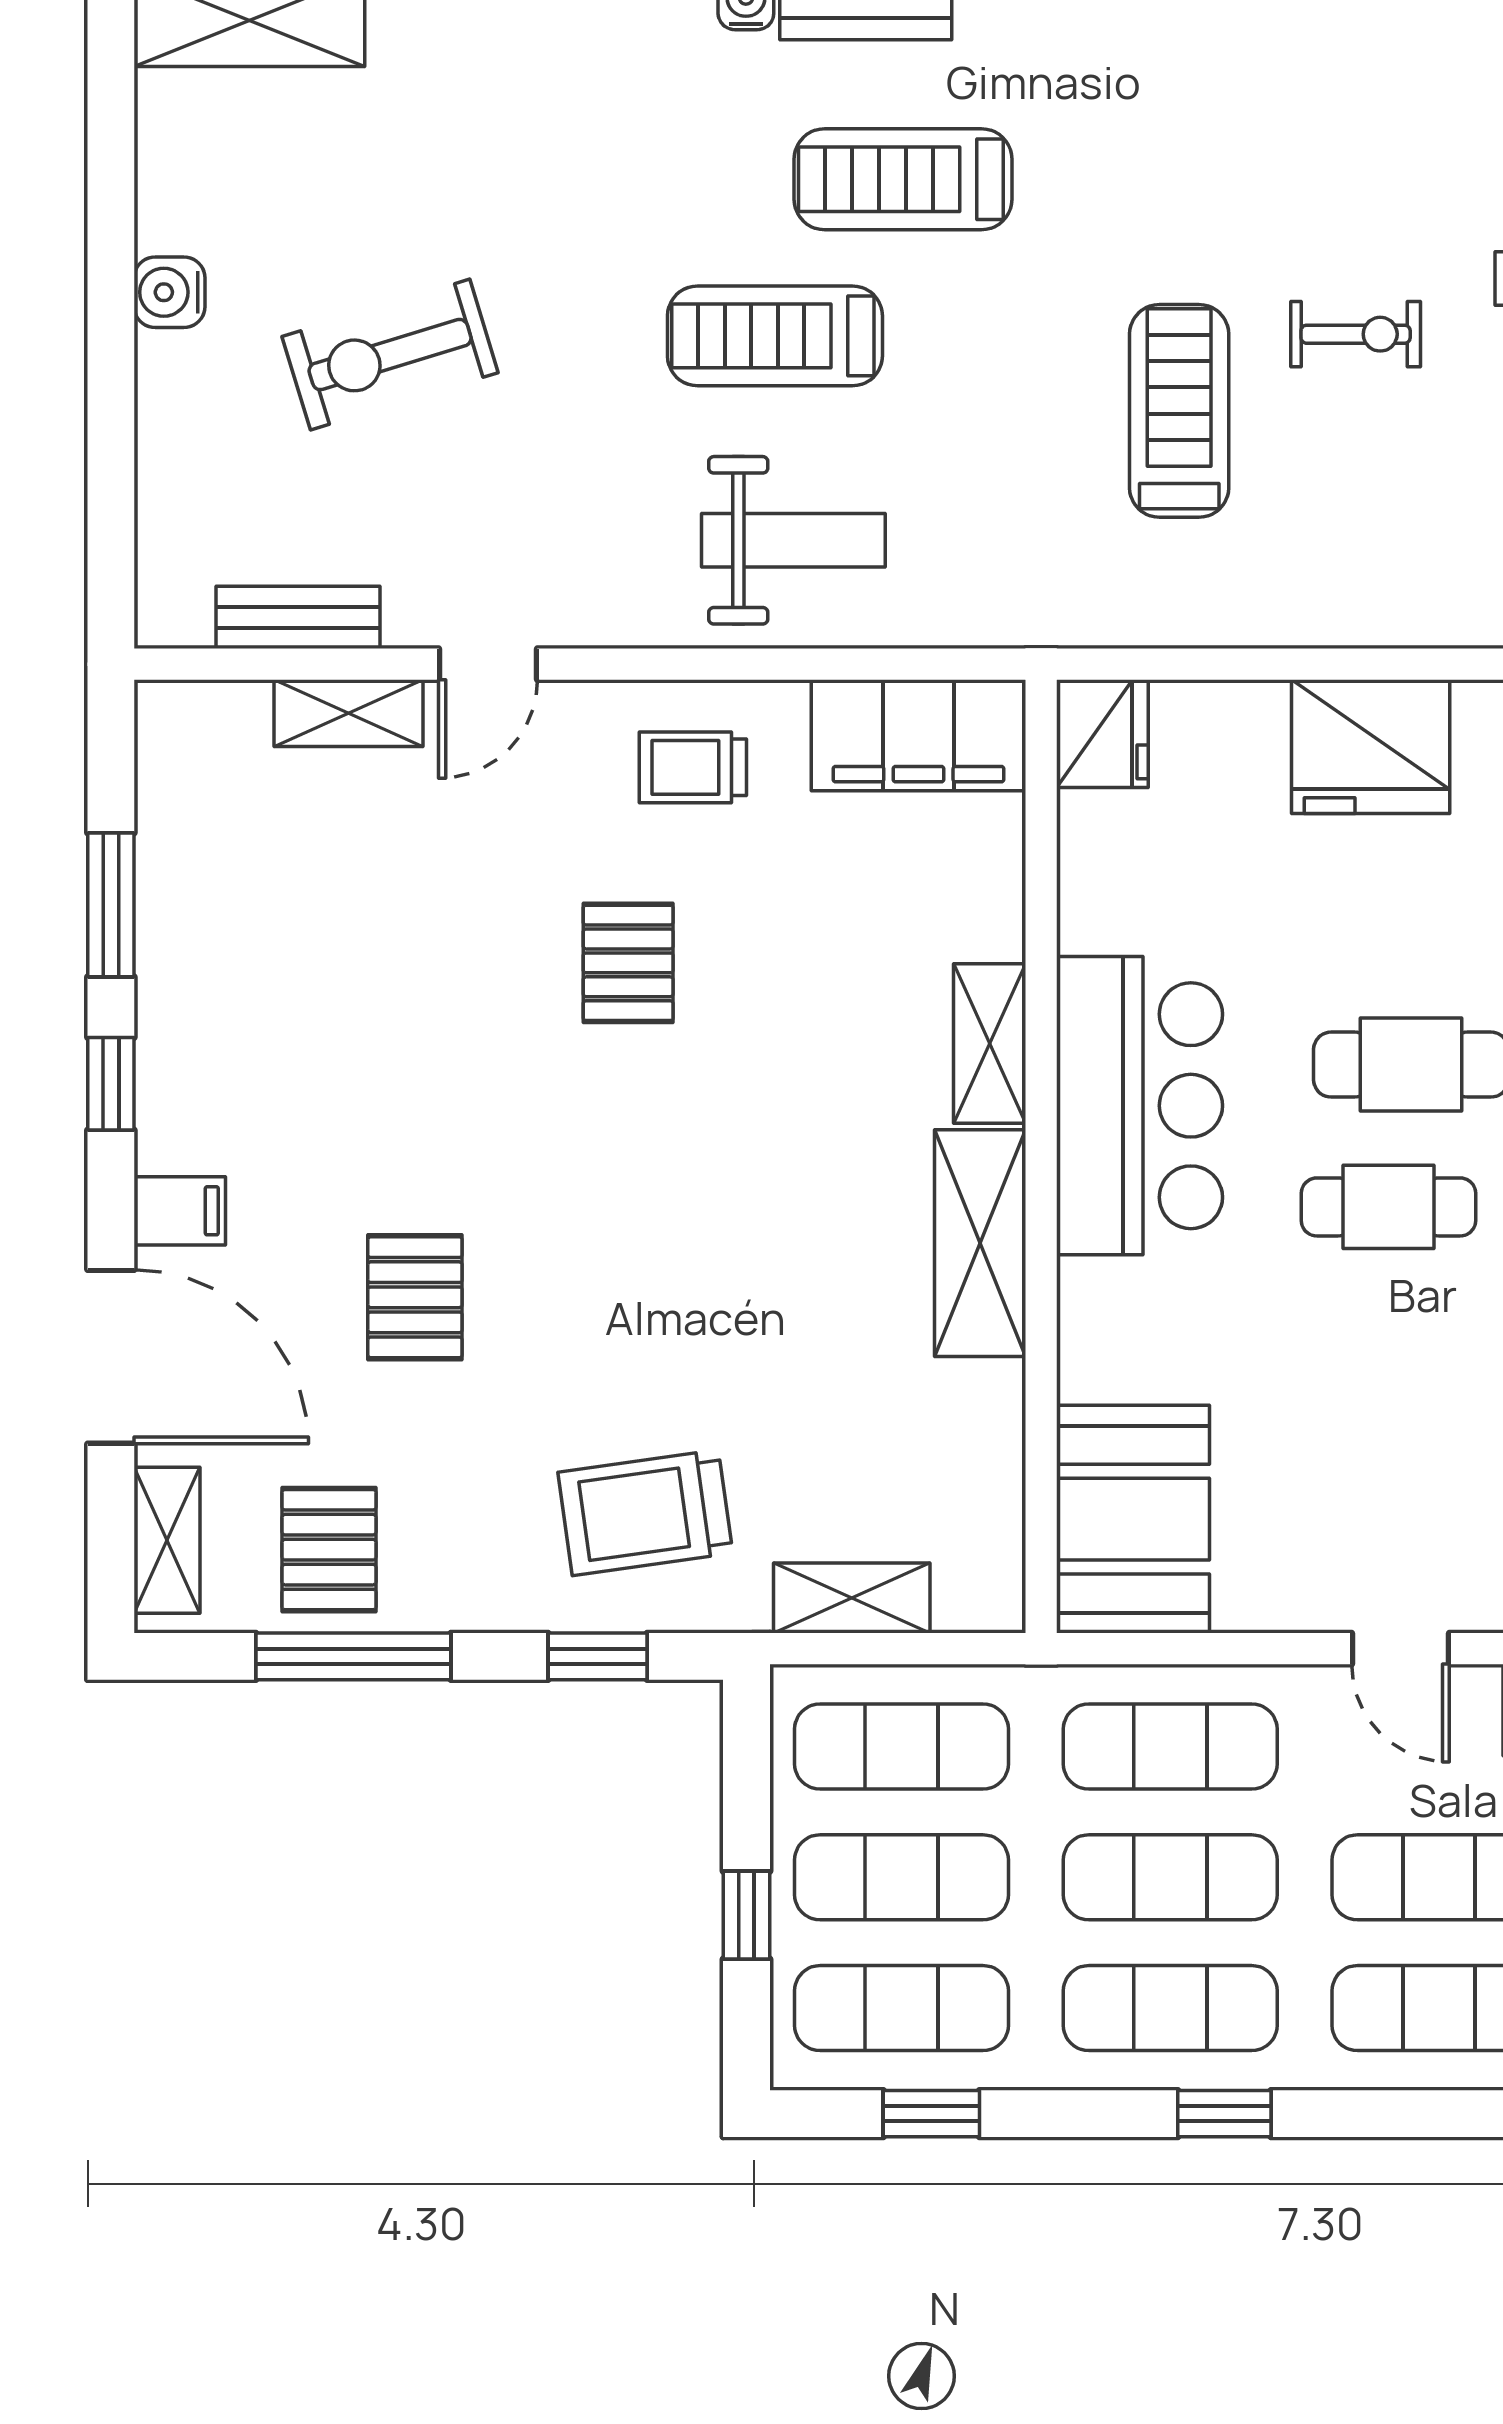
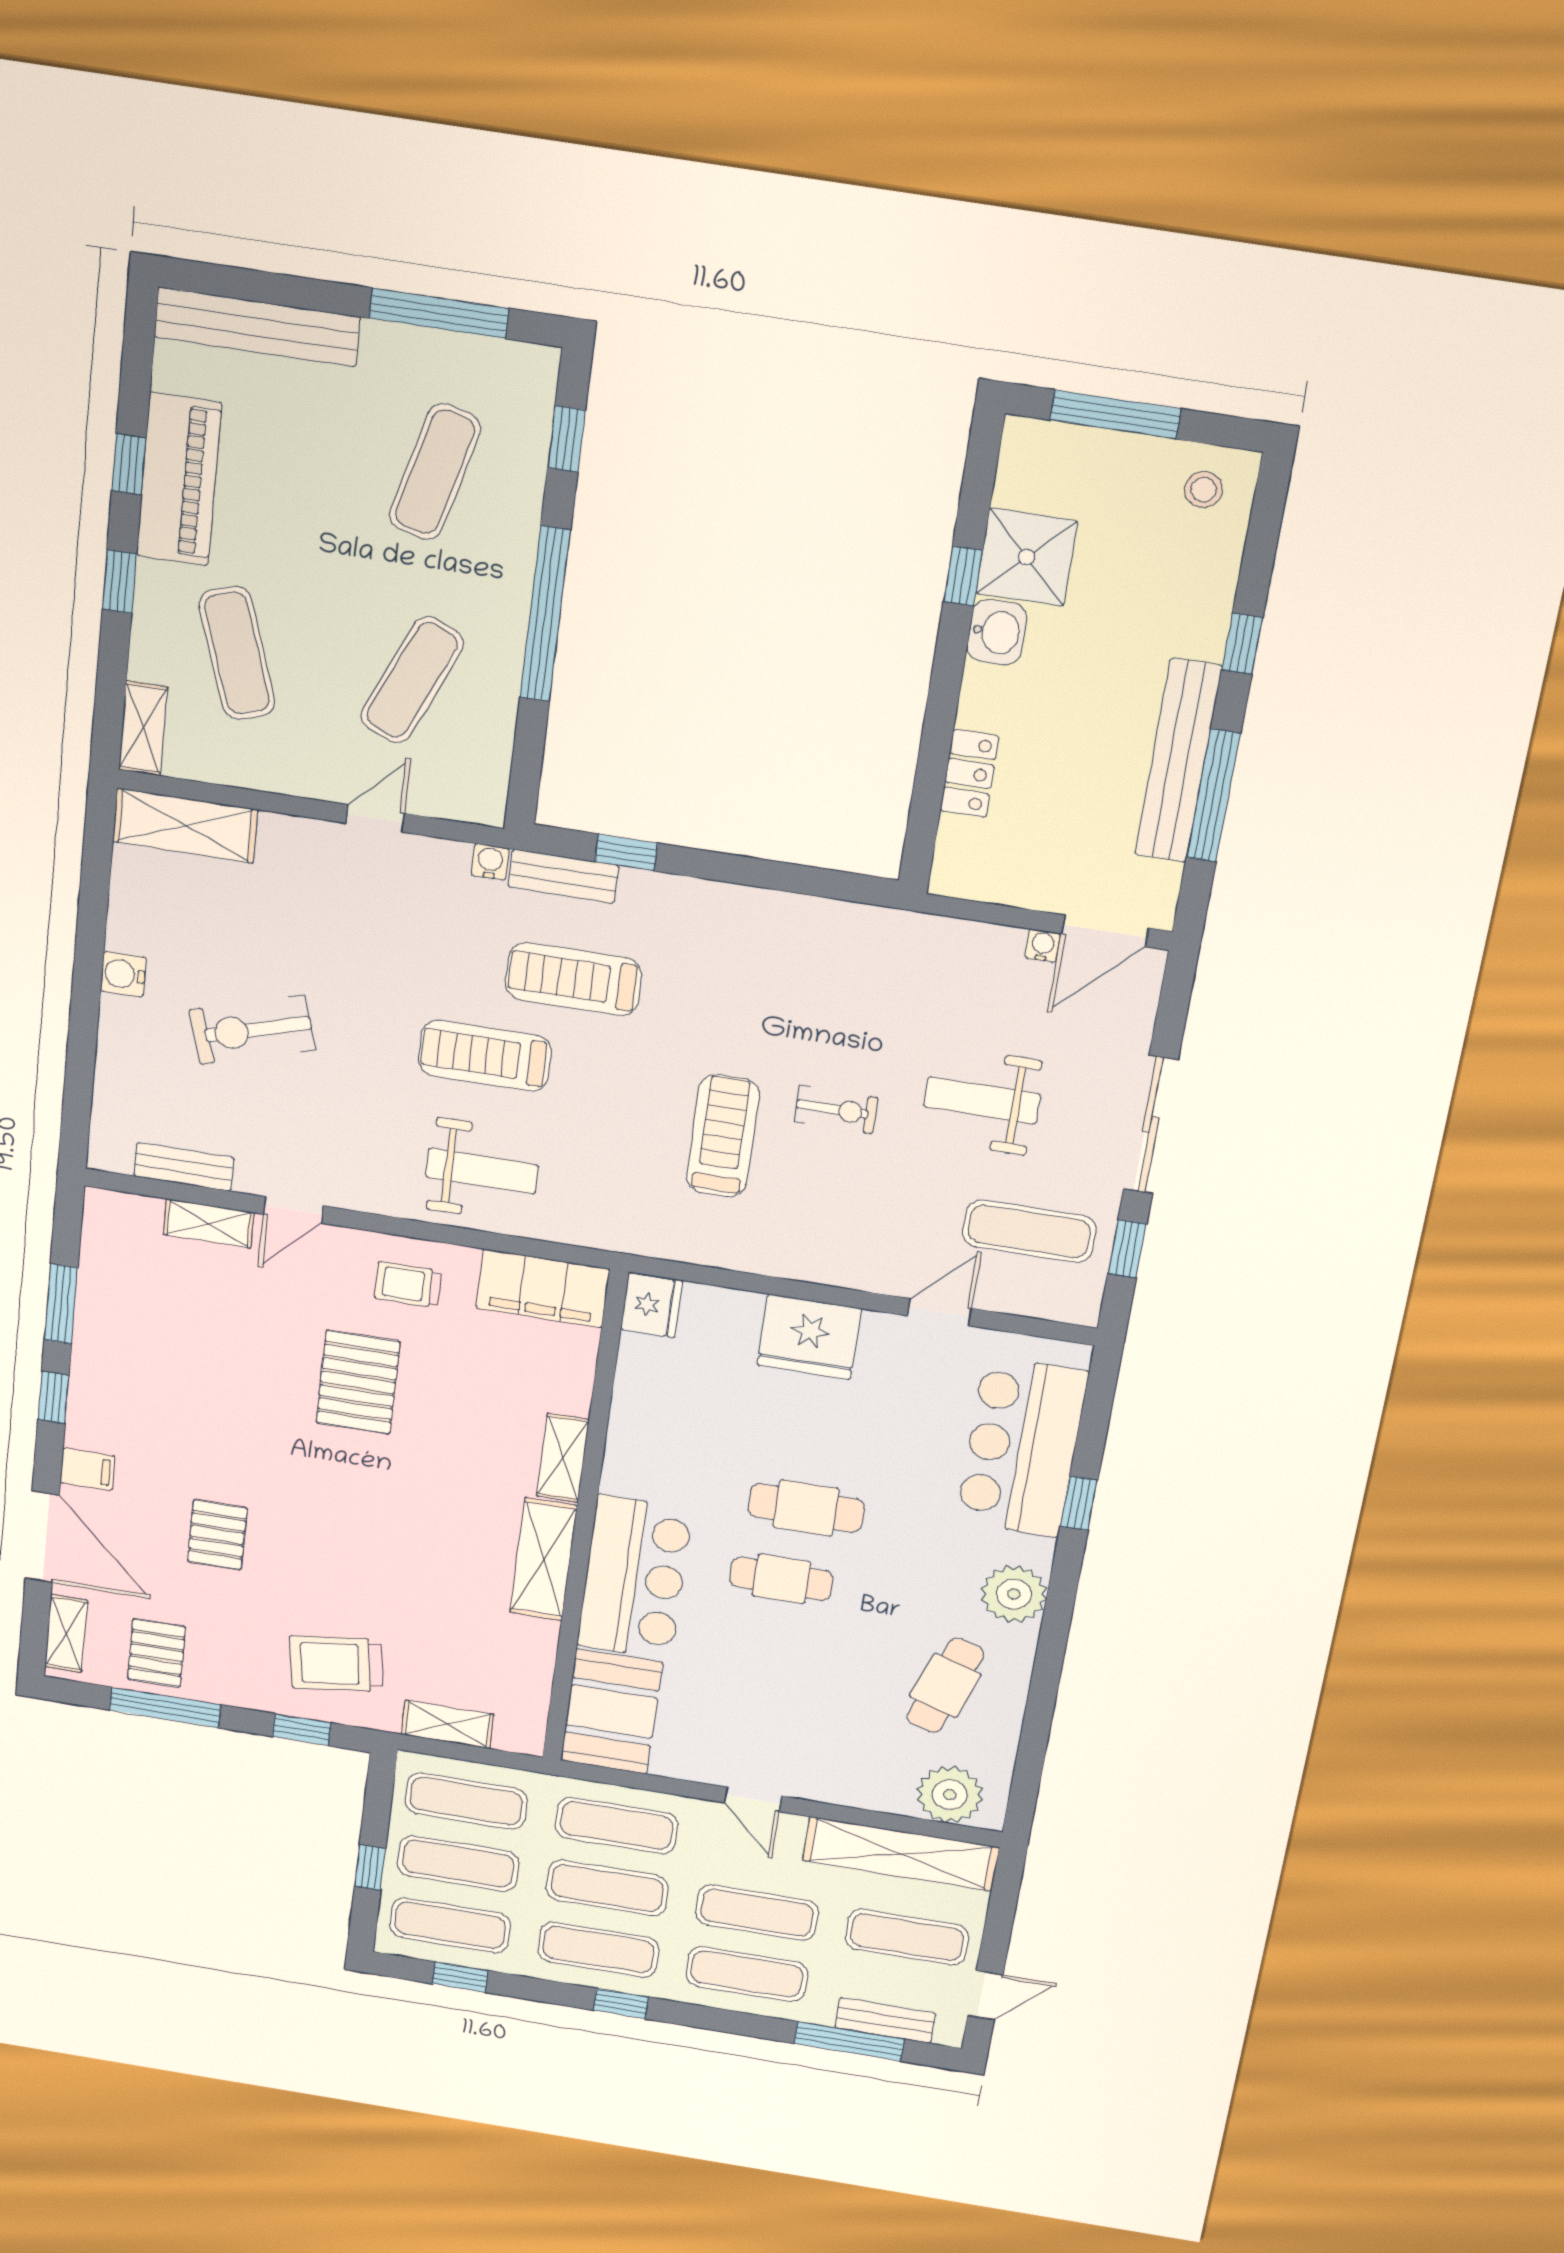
pallet: (628, 963) -> (358, 1382), width x1.50, depth x1.42
bar counter: (1139, 1106) -> (635, 1577), moved

